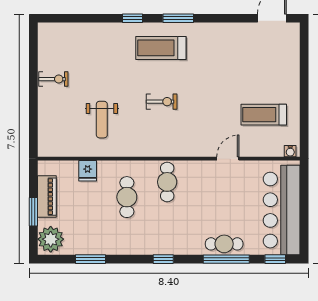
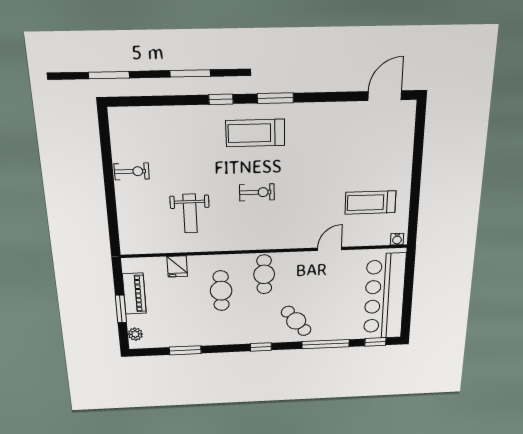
plant: (51, 239) -> (135, 334), width x0.53, depth x0.53
cafe table: (224, 244) -> (296, 321), moved, turned 52

